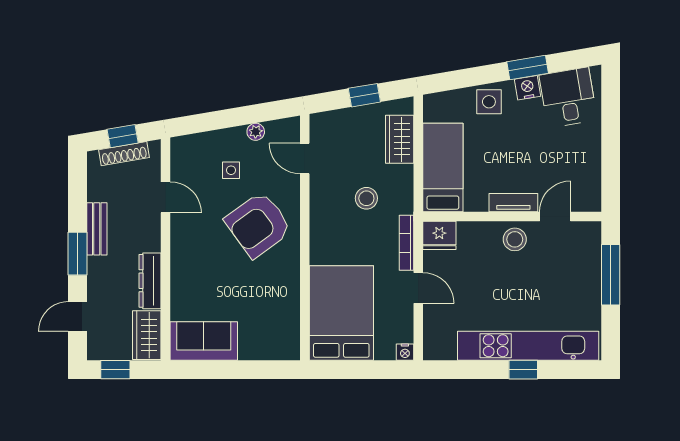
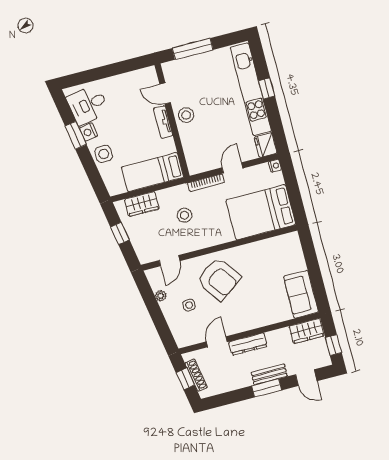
bench: (97, 229) -> (269, 374), moved
fridge: (439, 235) -> (266, 145), moved, turned 180
dresser: (150, 281) -> (248, 344), moved

